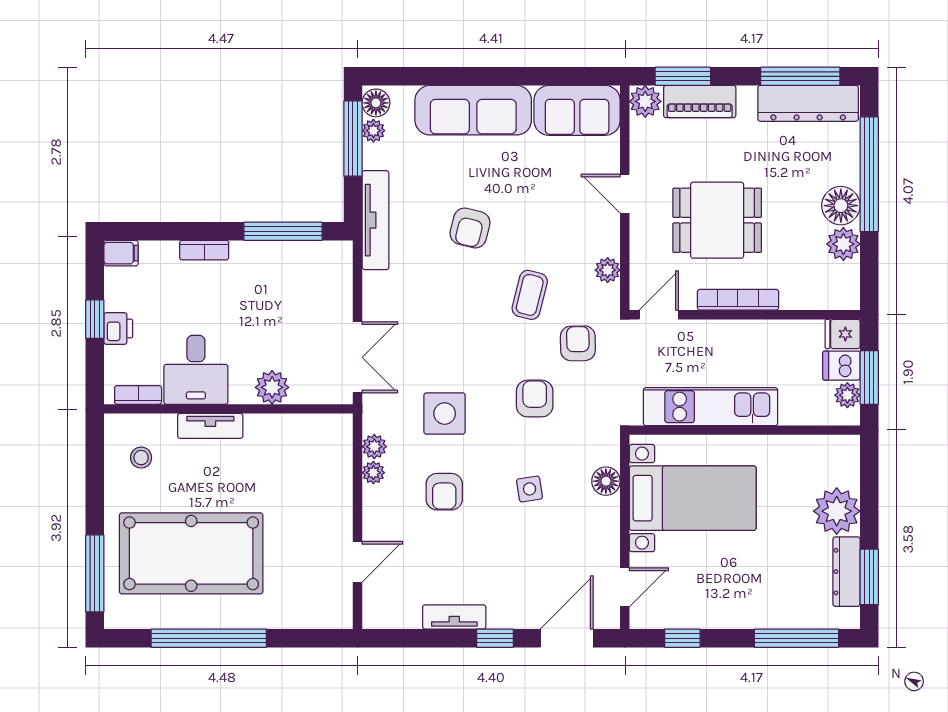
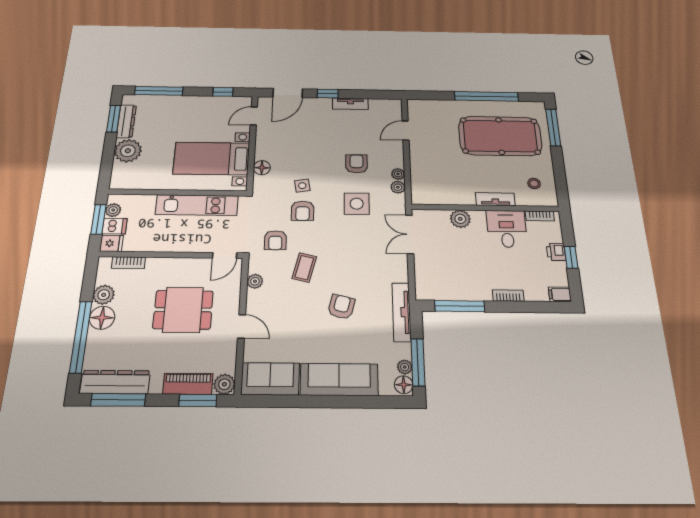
bookcase: (738, 300) -> (128, 263), moved, width x0.64
side table: (530, 489) -> (302, 186), moved

